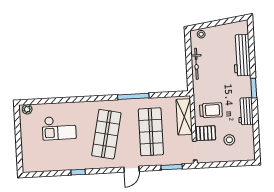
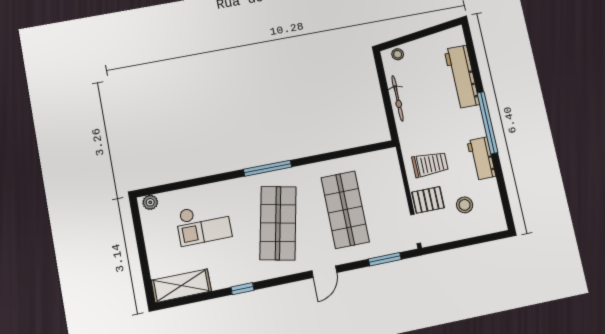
window: (254, 88) -> (487, 123), width x2.11
window: (133, 96) -> (268, 168), moved
shelving: (184, 117) -> (181, 286), moved, turned 90

